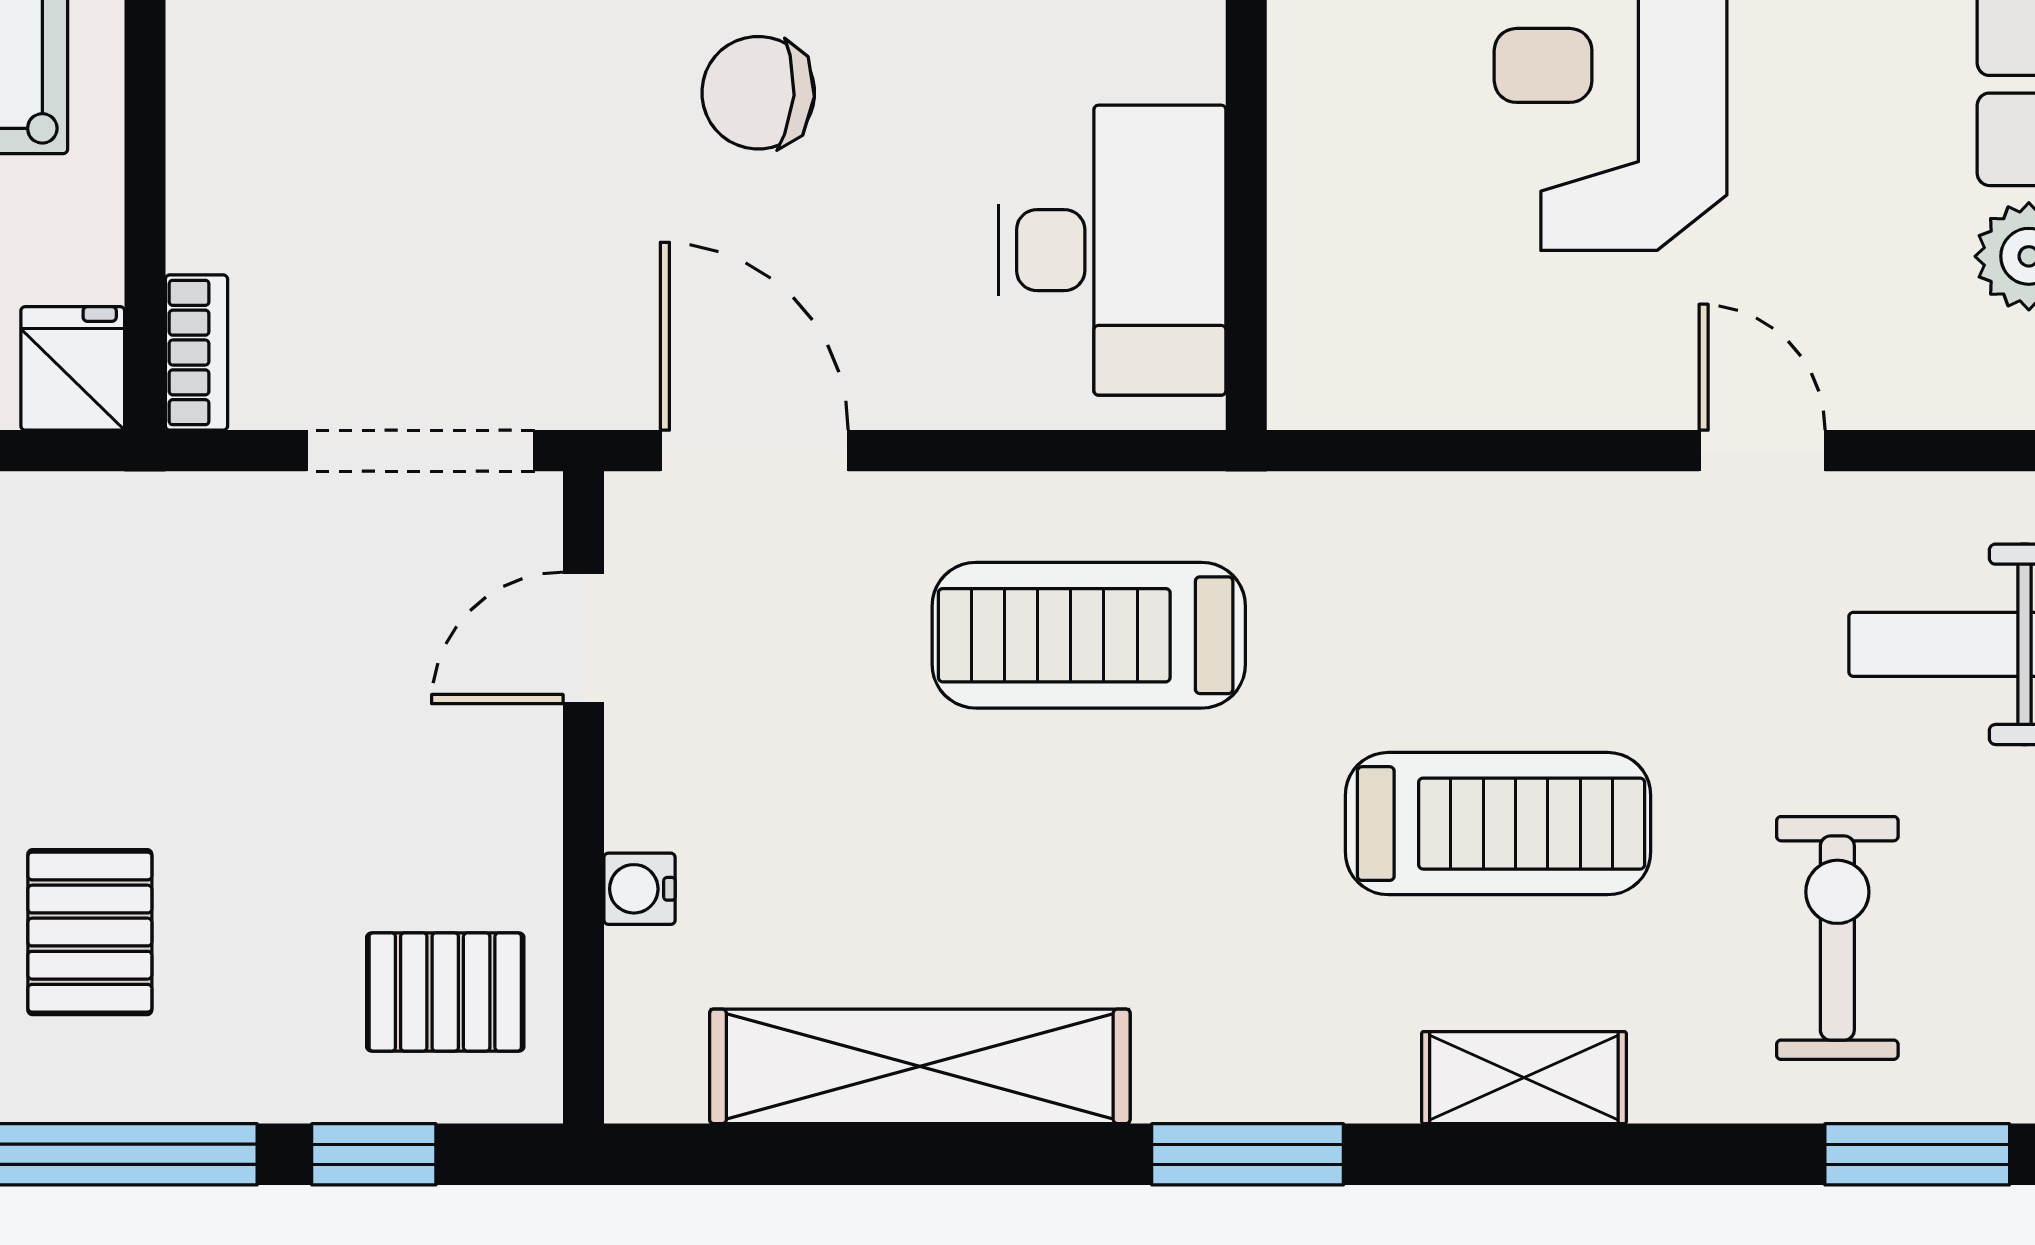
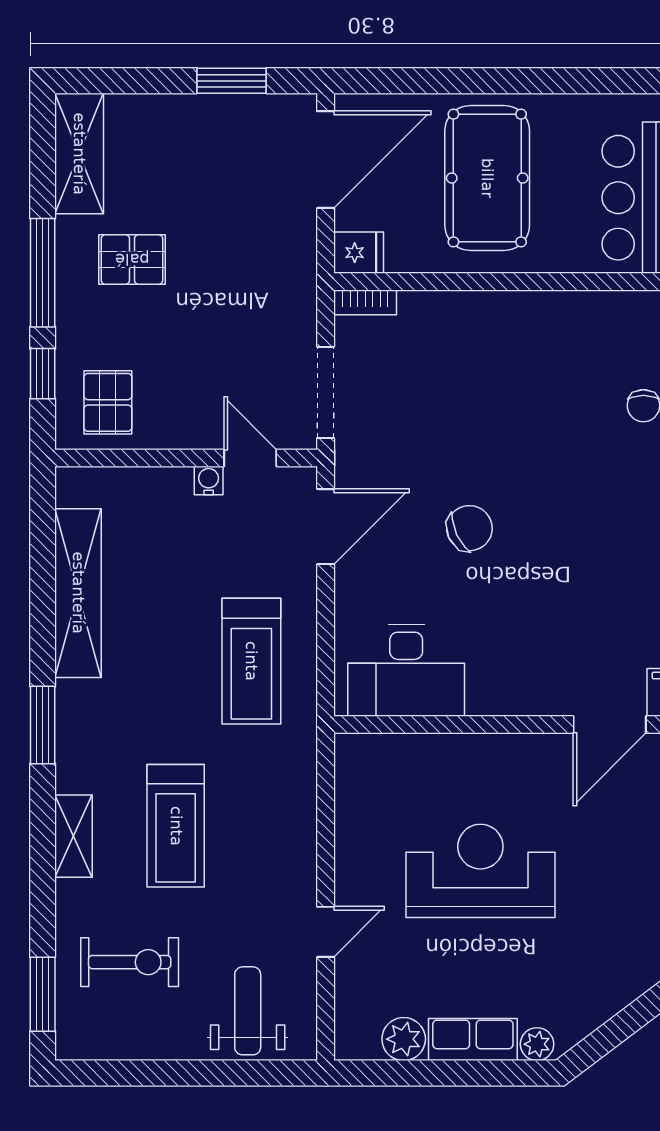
chair: (758, 93) -> (469, 528), turned 61
treadmill: (1089, 635) -> (251, 661), turned 180
water cooler: (640, 889) -> (209, 480), moved

